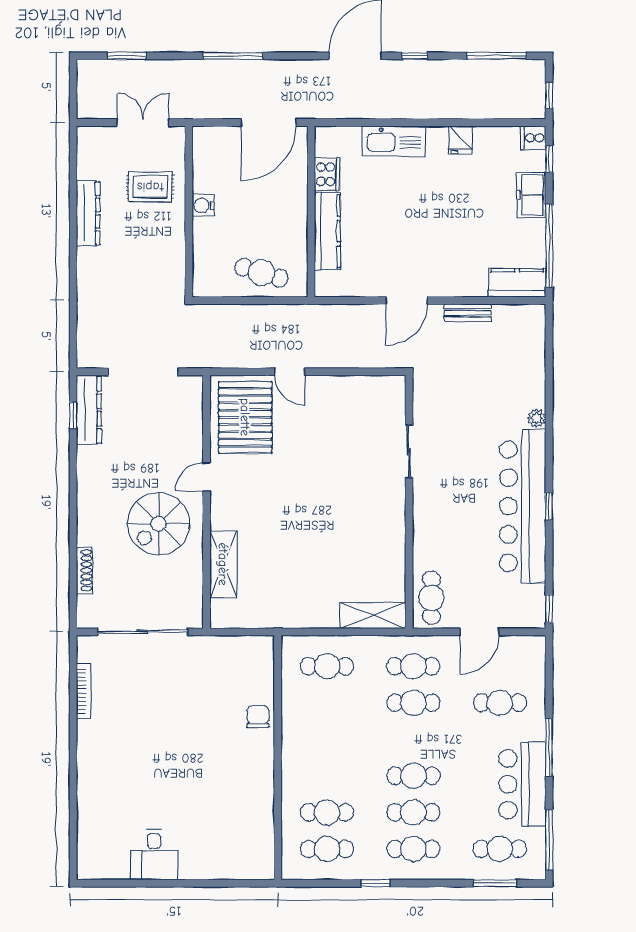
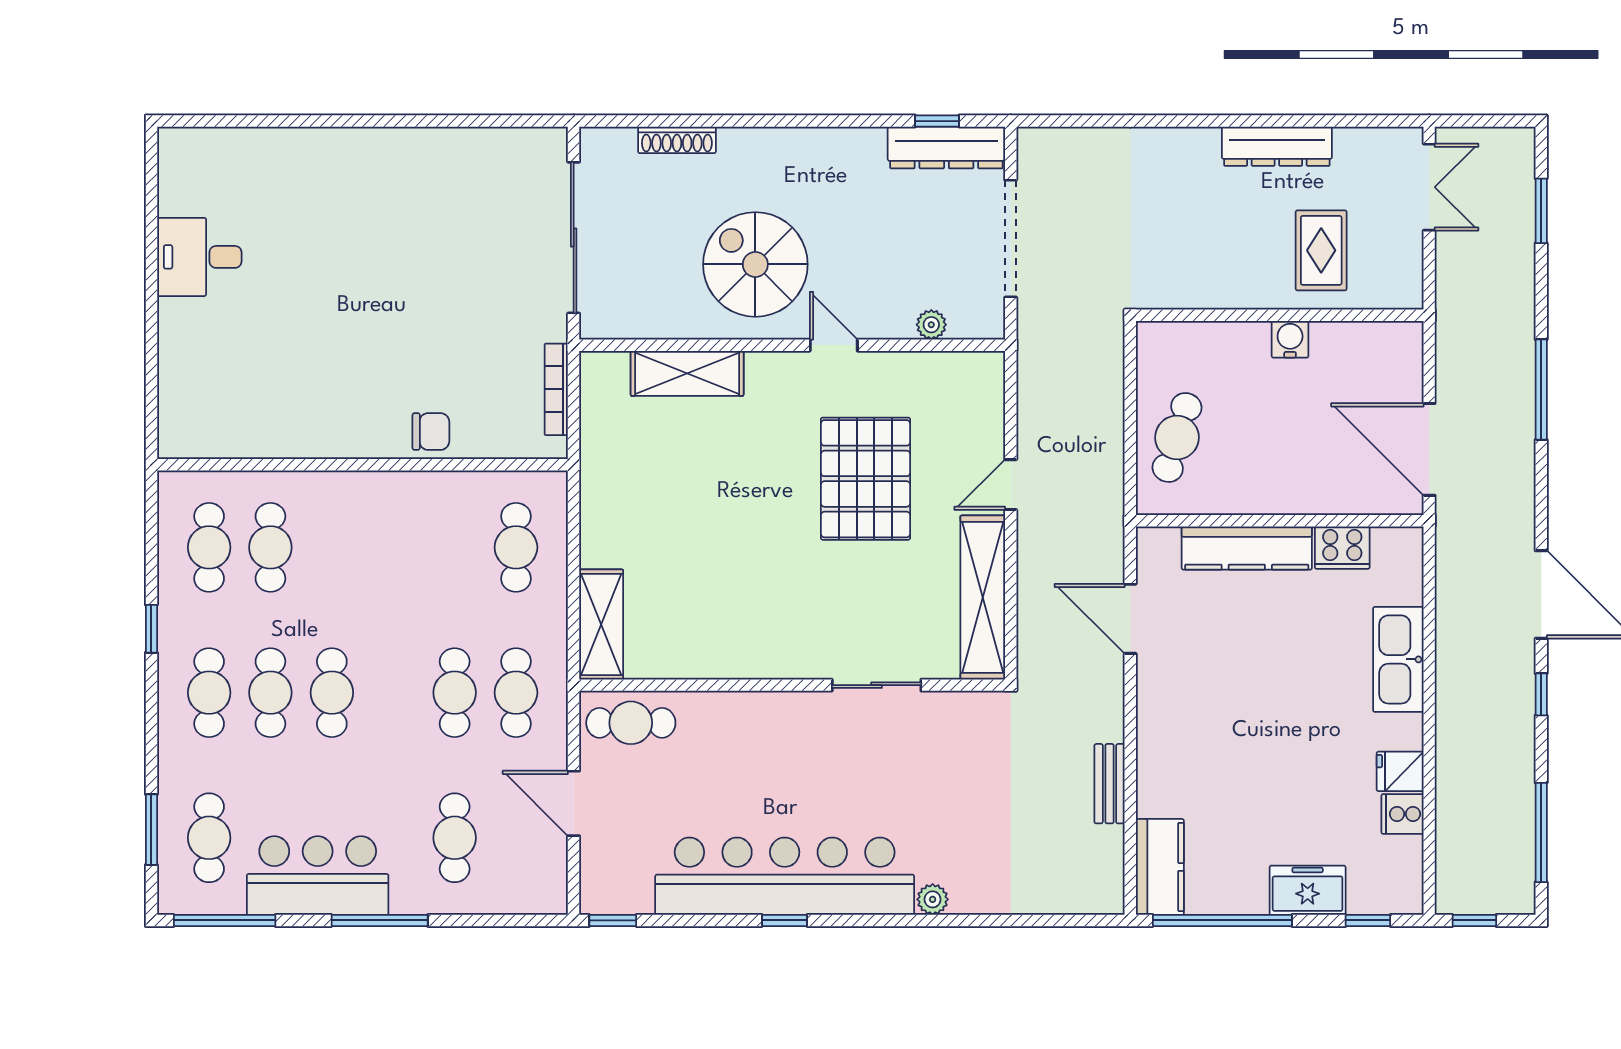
double door: (143, 123) -> (1429, 187), moved
cooker: (533, 138) -> (1402, 814), moved, turned -90
door: (407, 300) -> (1130, 619), moved
shelving: (357, 388) -> (983, 597), added
pallet: (245, 417) -> (865, 479), moved, turned 90
plant: (194, 419) -> (931, 325), added
bookcase: (83, 691) -> (556, 389), moved, turned 90

